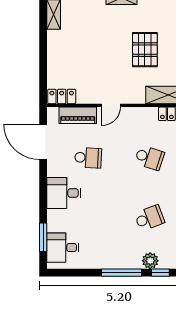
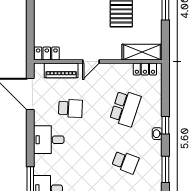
school desk: (149, 158) -> (125, 108), width x1.85
school desk: (149, 218) -> (125, 162), turned 42

